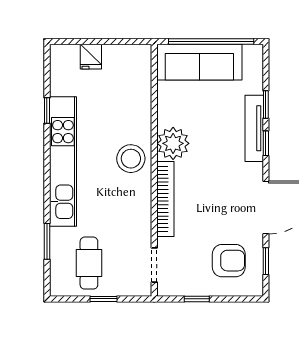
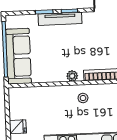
plant: (173, 143) -> (72, 76), width x0.53, depth x0.53
stool: (131, 159) -> (83, 98), width x0.53, depth x0.53

